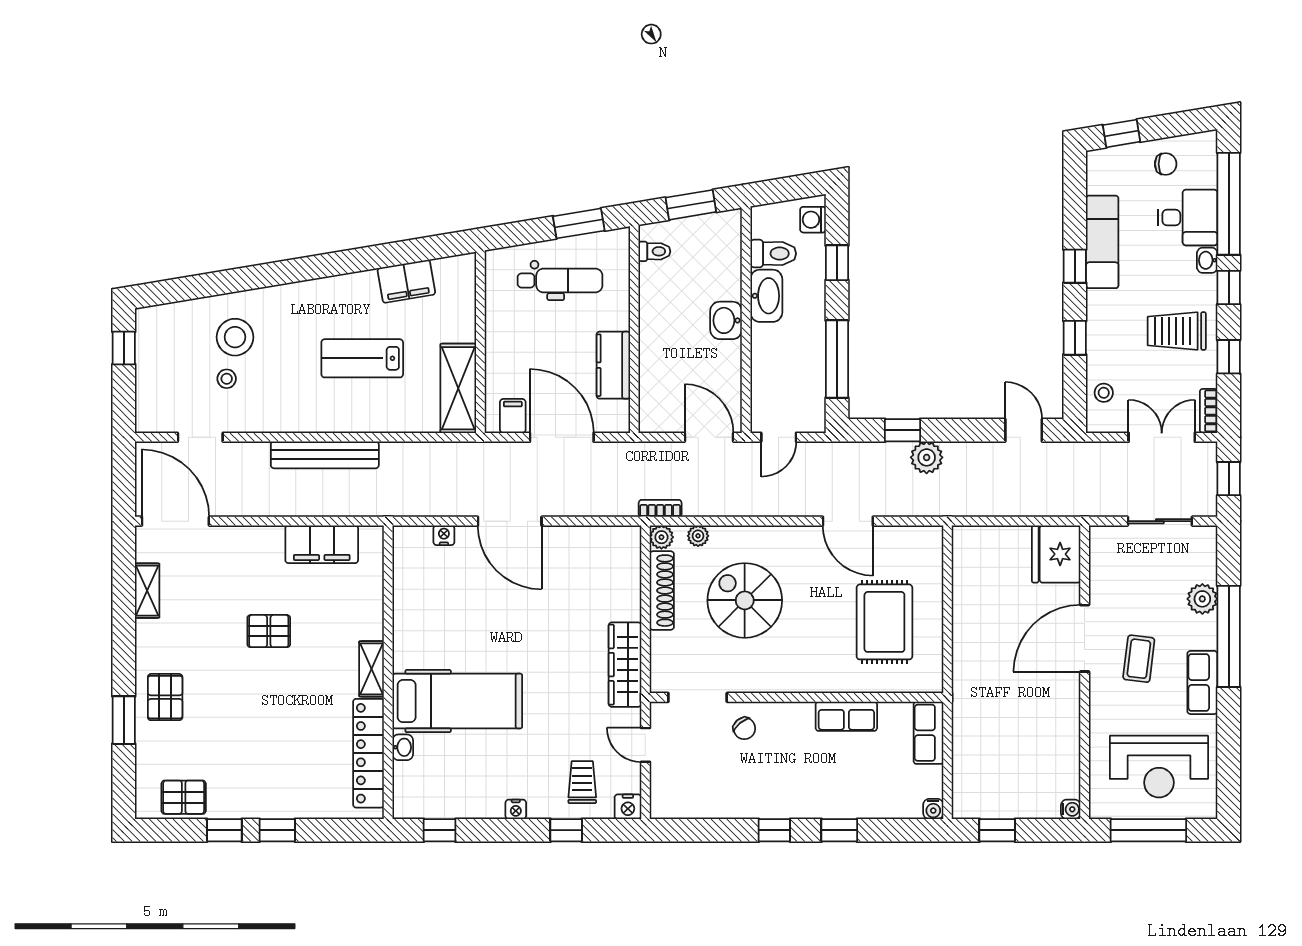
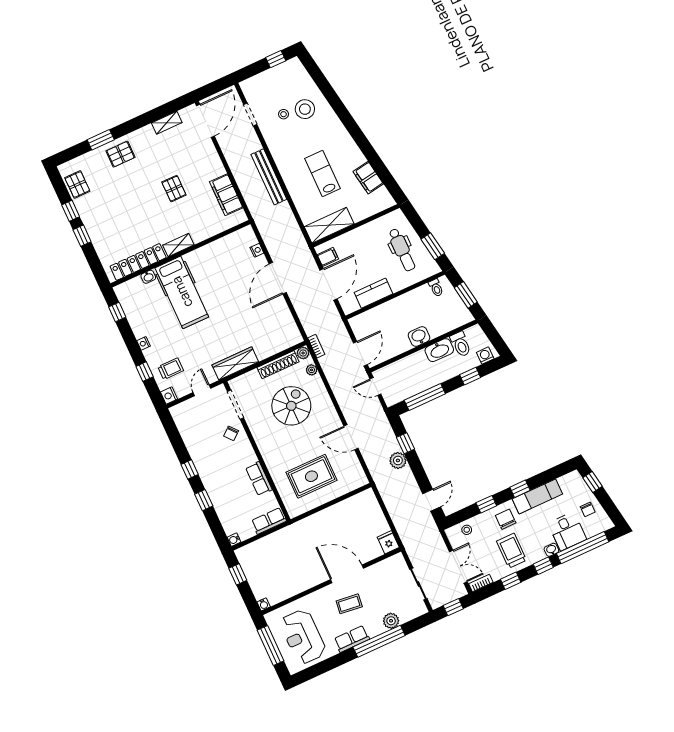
chair: (1117, 316) -> (506, 519), added
door: (848, 521) -> (351, 437), hinge flipped
fridge: (1056, 554) -> (388, 542), width x0.53, depth x0.75

